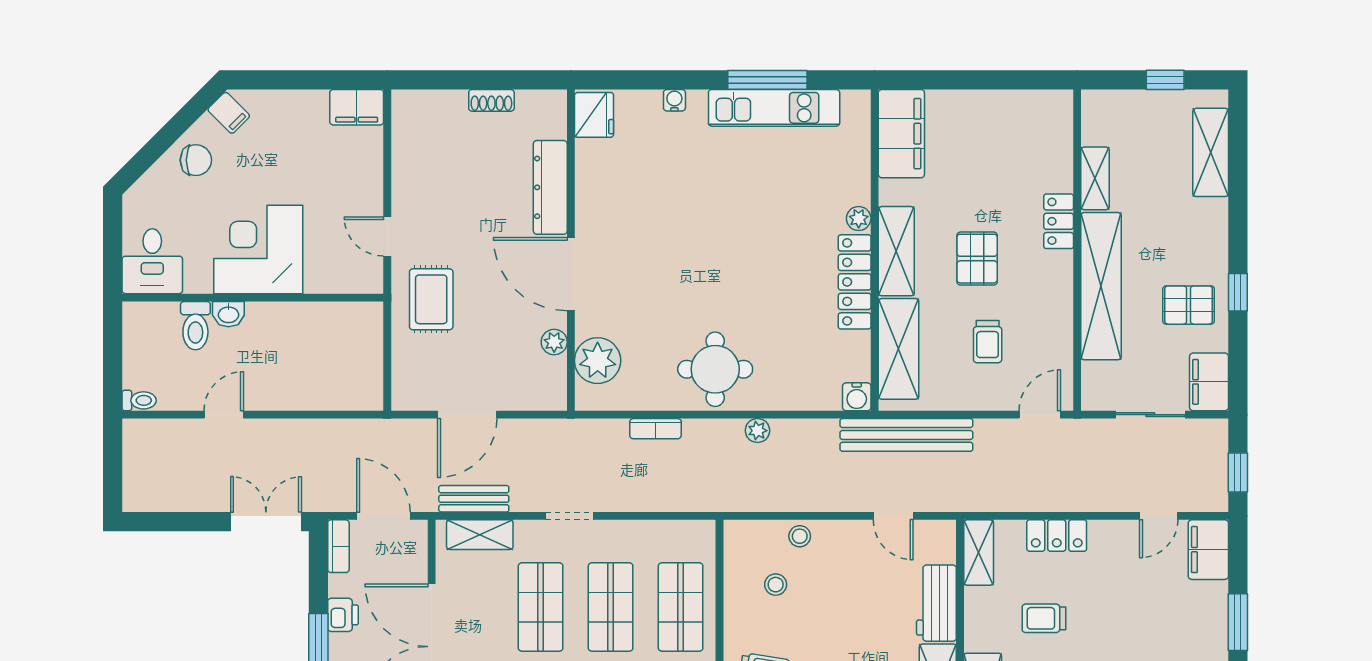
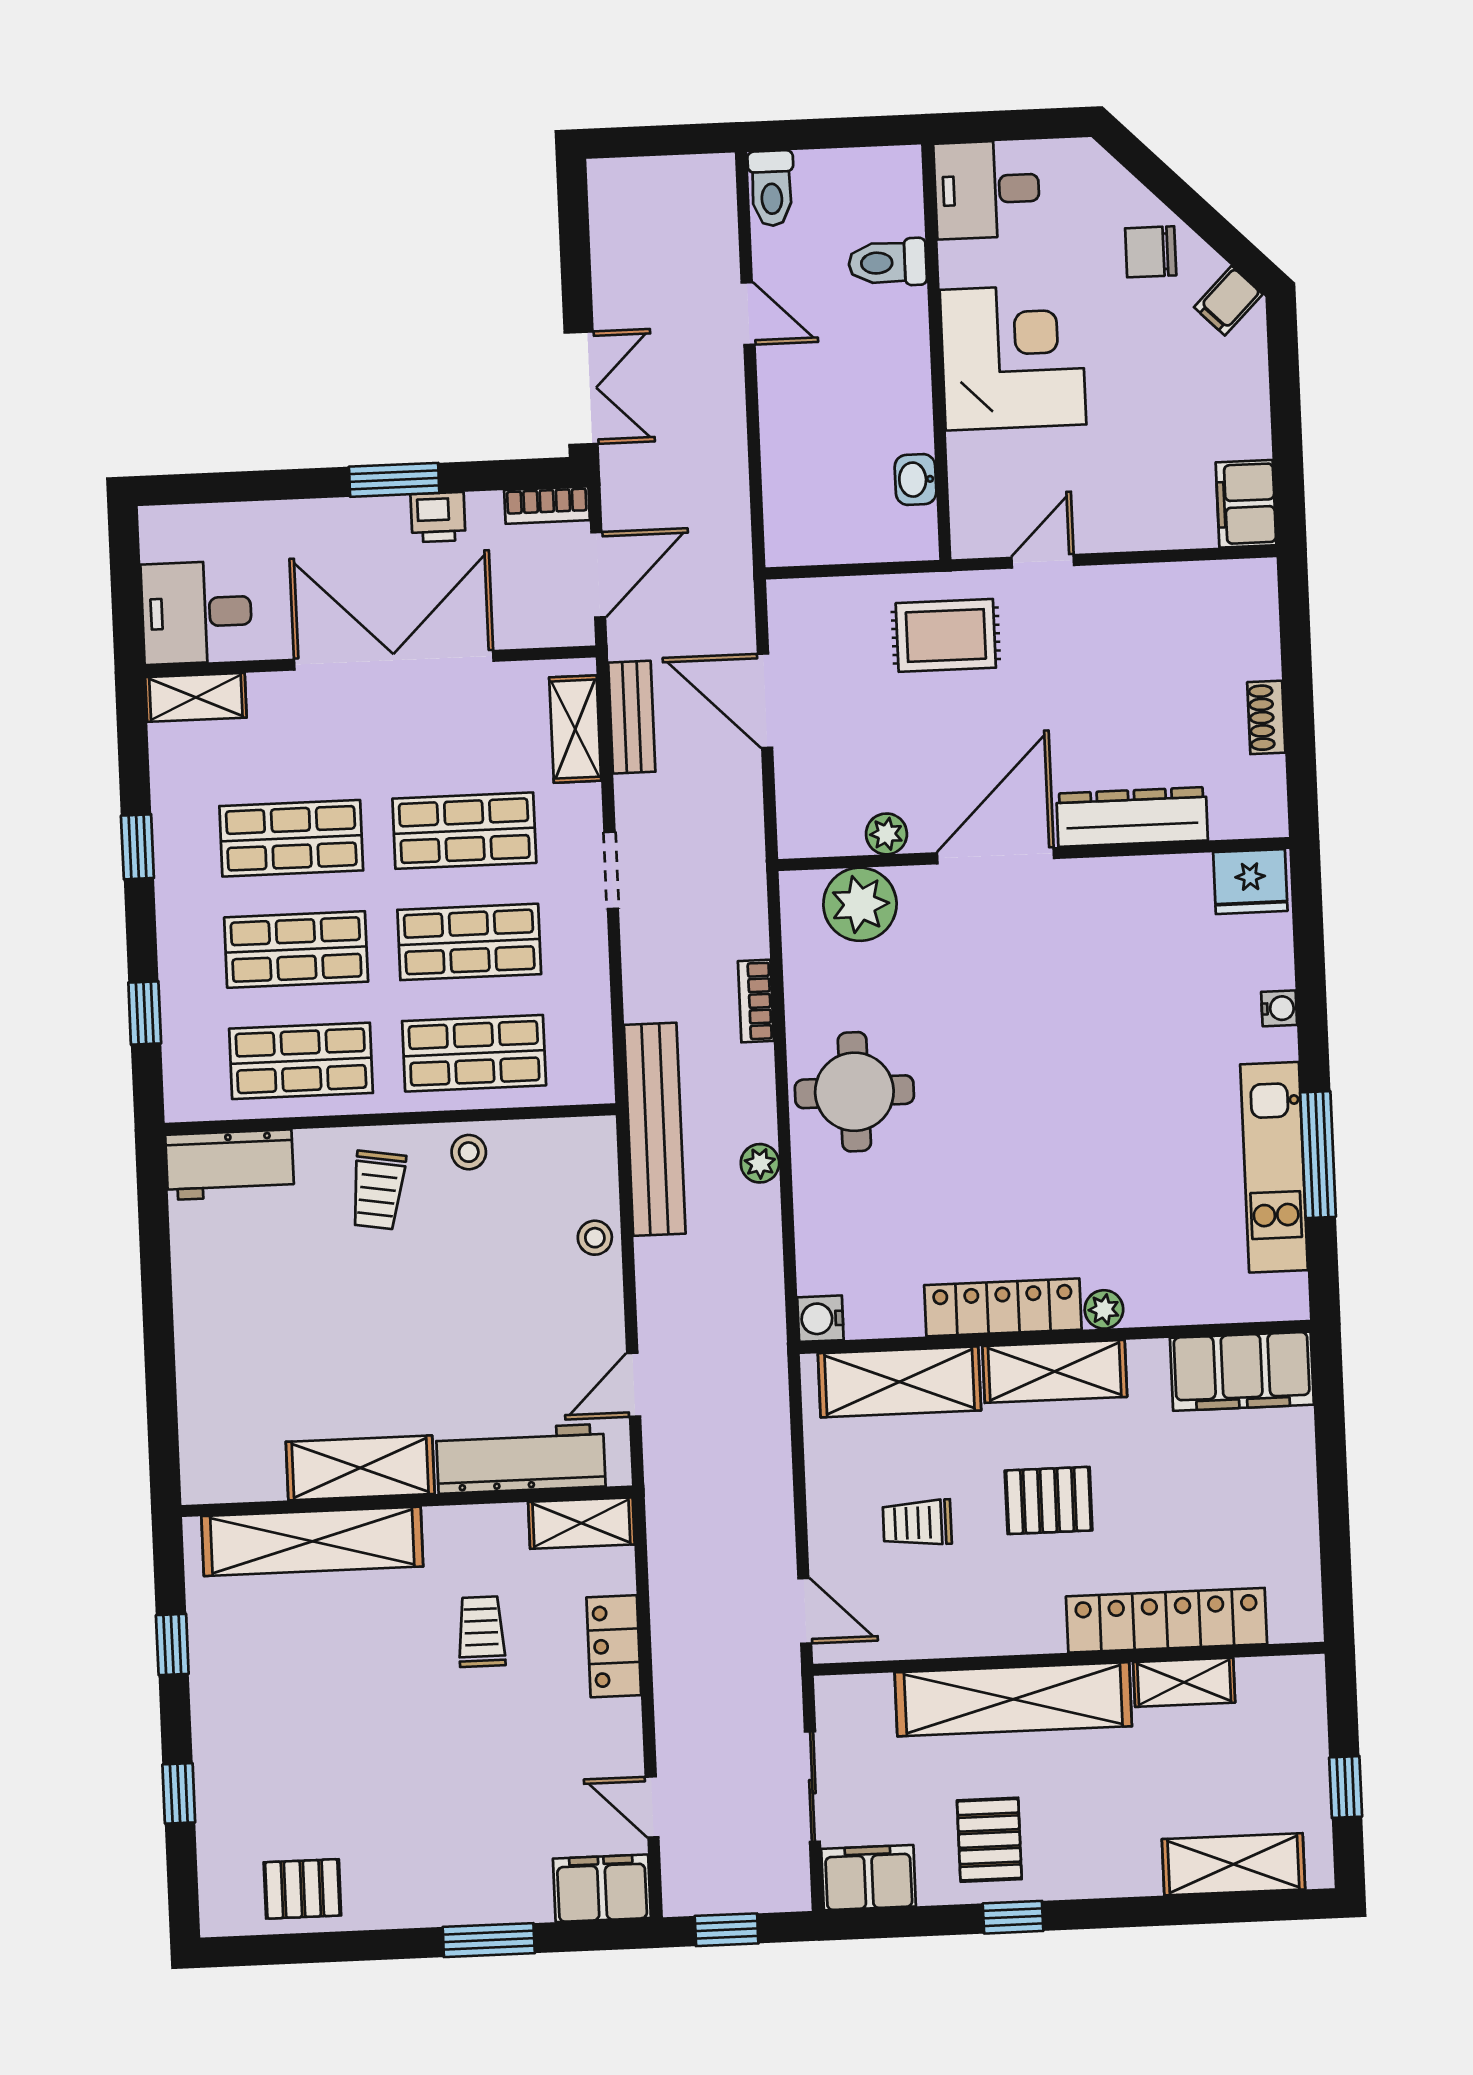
chair: (196, 160) -> (1151, 252), turned 90
locker: (1059, 221) -> (1167, 1620), width x2.16, depth x1.21
washbasin: (228, 314) -> (916, 479), moved
toilet: (139, 400) -> (771, 188), width x1.37, depth x1.39
bench: (906, 435) -> (655, 1129), moved
stool: (776, 585) -> (469, 1152), moved
workbench: (936, 603) -> (521, 1459), width x1.38

